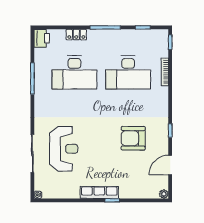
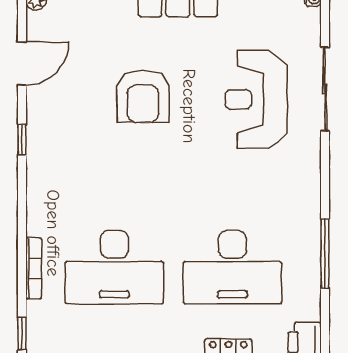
desk: (74, 72) -> (232, 267), turned 180
desk: (128, 72) -> (114, 267), turned 180
armchair: (133, 138) -> (143, 96), moved, turned 90

